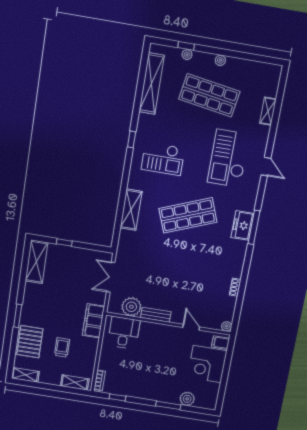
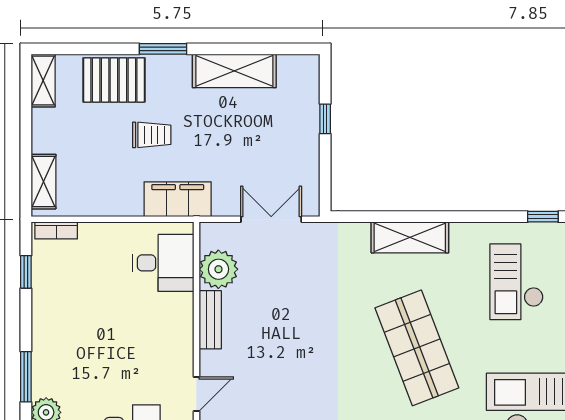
shelving: (37, 262) -> (234, 71), moved
trolley: (62, 347) -> (152, 135), moved

